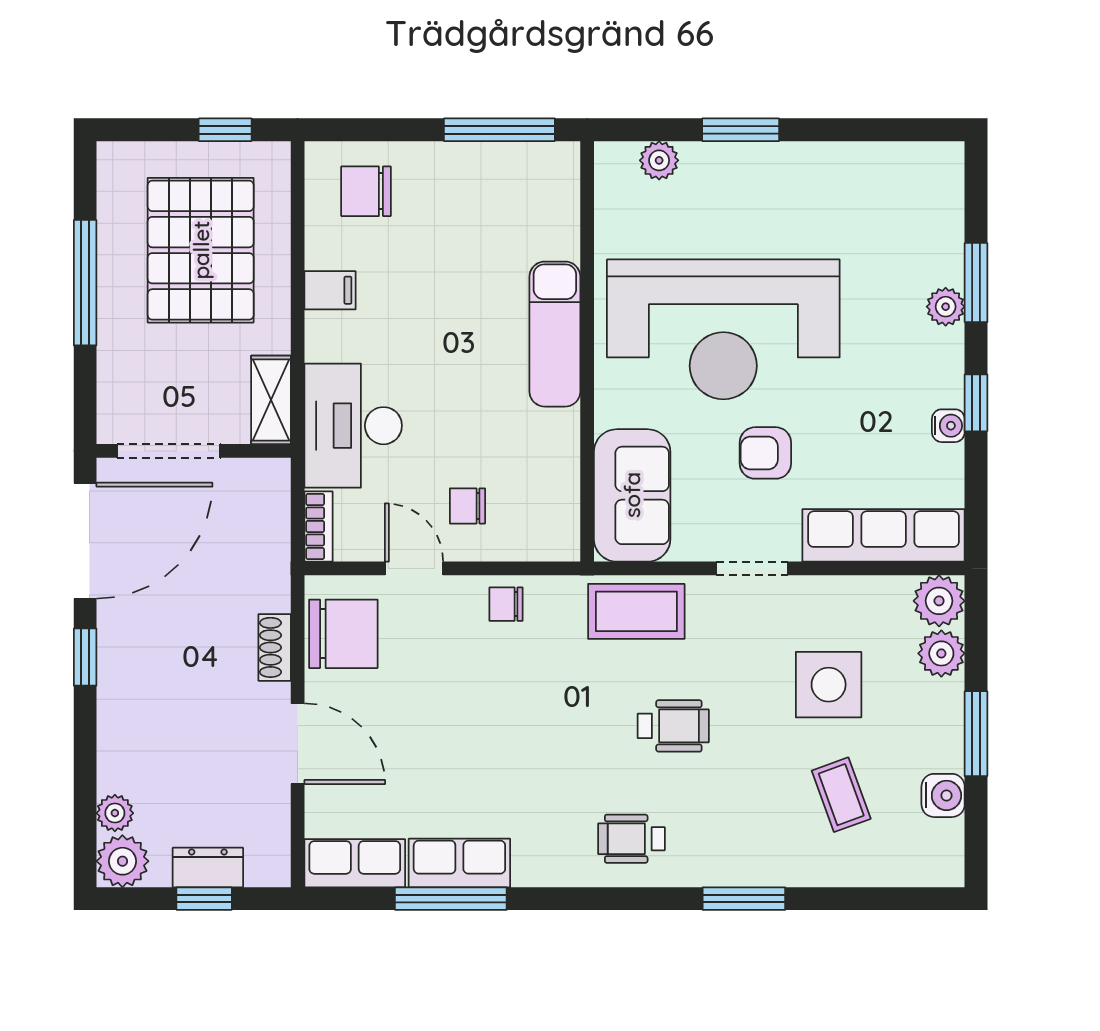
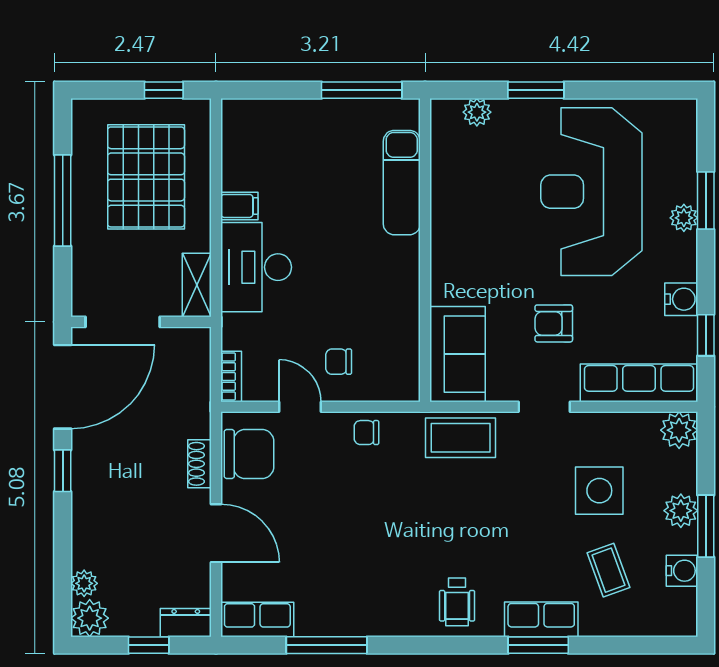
chair: (366, 191) -> (265, 134), removed
reception desk: (723, 329) -> (591, 192), moved, turned 90
exam couch: (555, 334) -> (402, 183), moved
window: (976, 403) -> (706, 335), moved
desk: (353, 426) -> (256, 267), moved
water cooler: (948, 426) -> (681, 299), width x1.38, depth x1.38
plant: (941, 653) -> (681, 511), moved
wheelchair: (673, 726) -> (487, 520), removed
wheelchair: (632, 839) -> (457, 602), turned -90
row of seats: (459, 863) -> (541, 619), moved
dresser: (208, 867) -> (186, 623), moved

